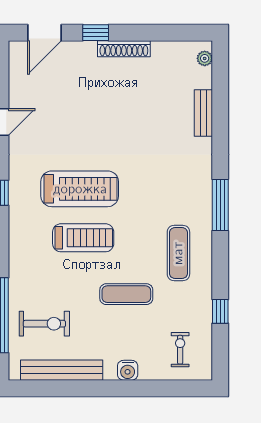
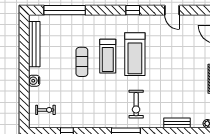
exercise mat: (178, 253) -> (99, 109), removed
exercise mat: (126, 294) -> (82, 62), moved
exercise bike: (44, 324) -> (136, 104), moved

